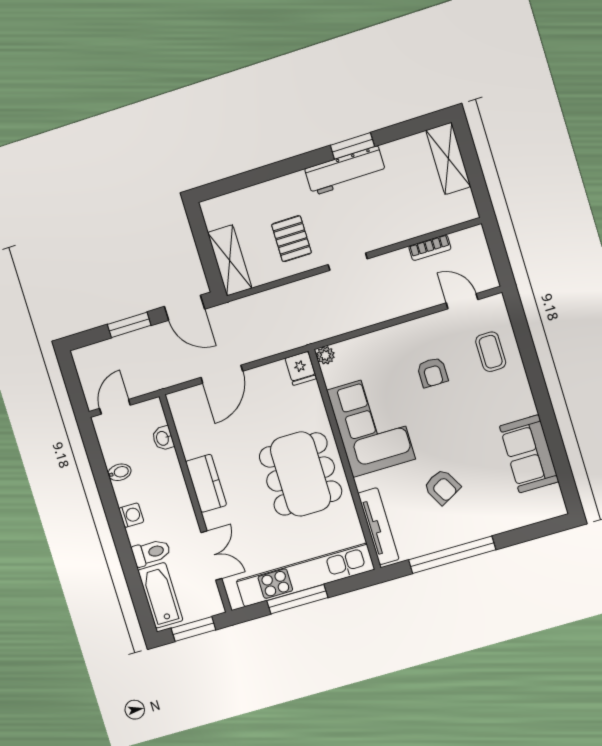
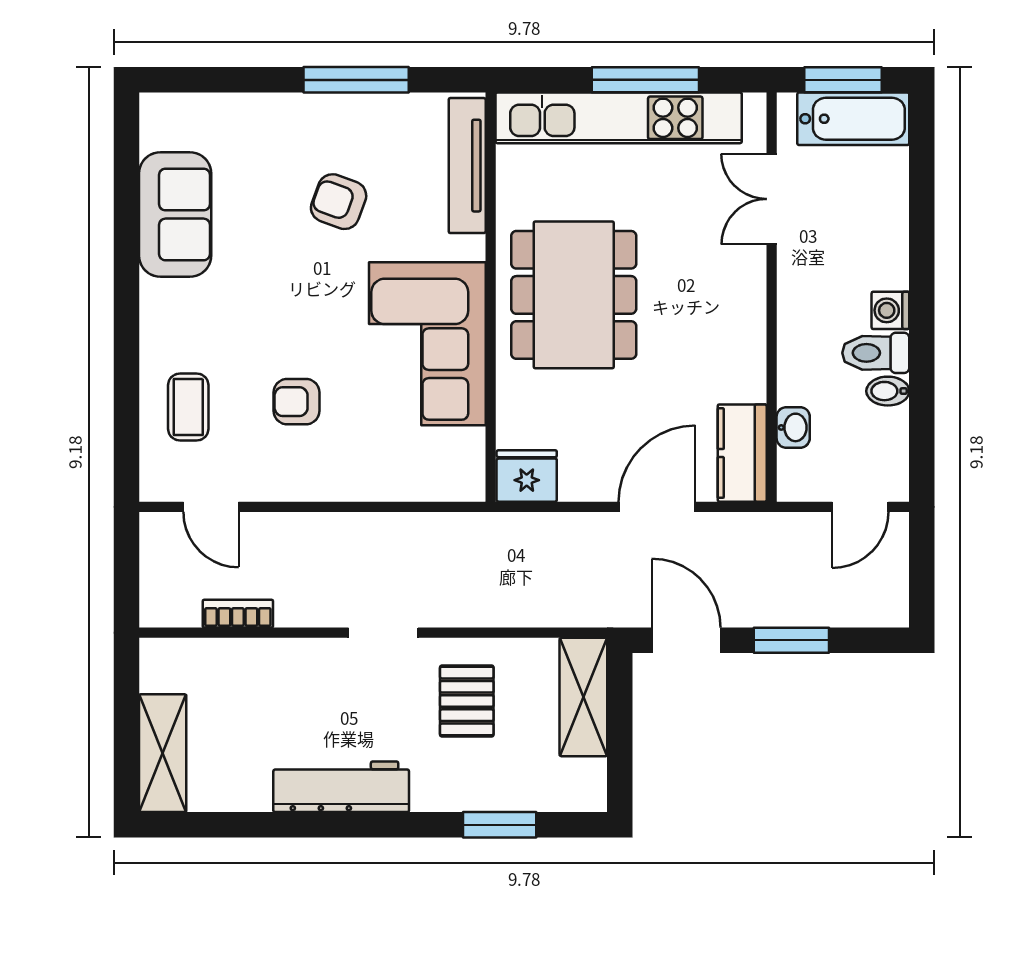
window: (352, 146) -> (500, 825), moved
plant: (325, 355) -> (469, 485), removed
fridge: (301, 368) -> (527, 476), width x1.38
armchair: (432, 372) -> (297, 402), turned -90
kitchen counter: (206, 483) -> (742, 453), moved
armchair: (442, 487) -> (339, 202), turned -41
toilet: (151, 553) -> (876, 353), moved
window: (452, 555) -> (356, 80), width x0.68
bathtub: (160, 595) -> (853, 119), moved, turned -90

